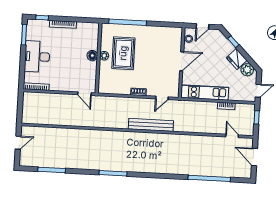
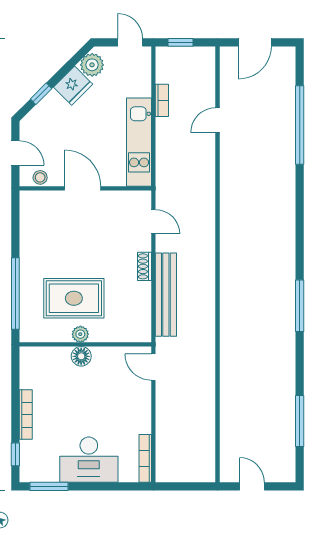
door: (84, 94) -> (153, 367), swing flipped
bench: (151, 125) -> (166, 295), moved
door: (232, 136) -> (217, 120), moved

